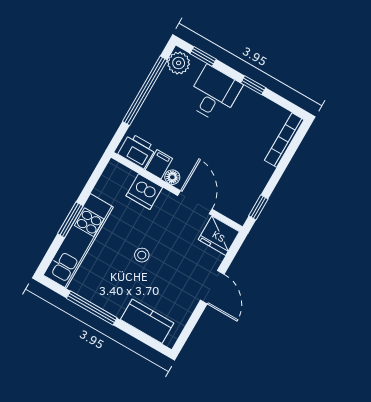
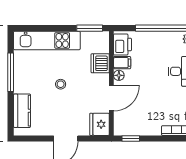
window: (70, 220) -> (90, 28), moved

